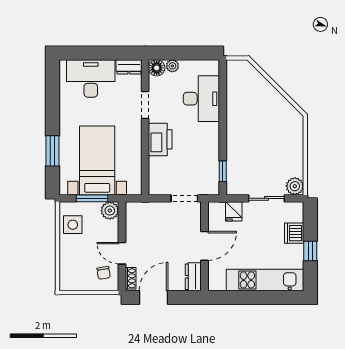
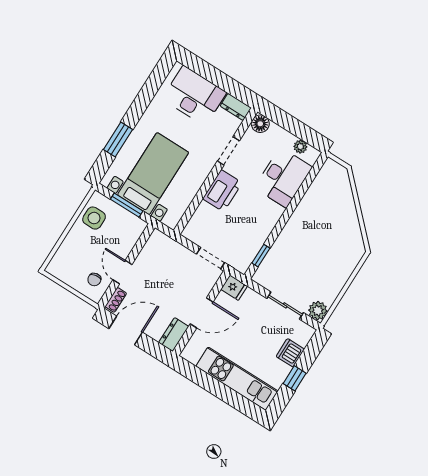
plant: (172, 66) -> (300, 147), moved
plant: (110, 211) -> (136, 226), removed
fridge: (234, 211) -> (234, 288), moved, turned -90

